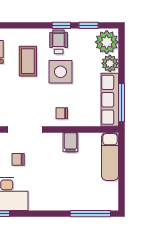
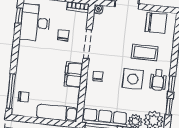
wheelchair: (59, 42) -> (158, 80), turned 90
filing cabinet: (70, 142) -> (73, 75), width x2.00
chair: (95, 198) -> (23, 97), added

